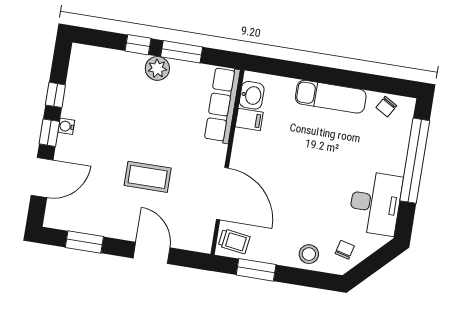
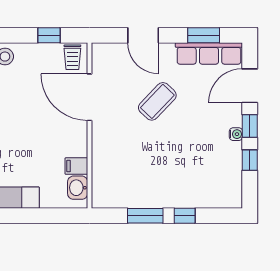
plant: (157, 68) -> (164, 198), removed
row of seats: (222, 105) -> (209, 53), moved, turned 90
coffee table: (148, 177) -> (157, 101), turned -46
trolley: (234, 241) -> (72, 57), turned -98
window: (256, 270) -> (49, 35), width x0.67

